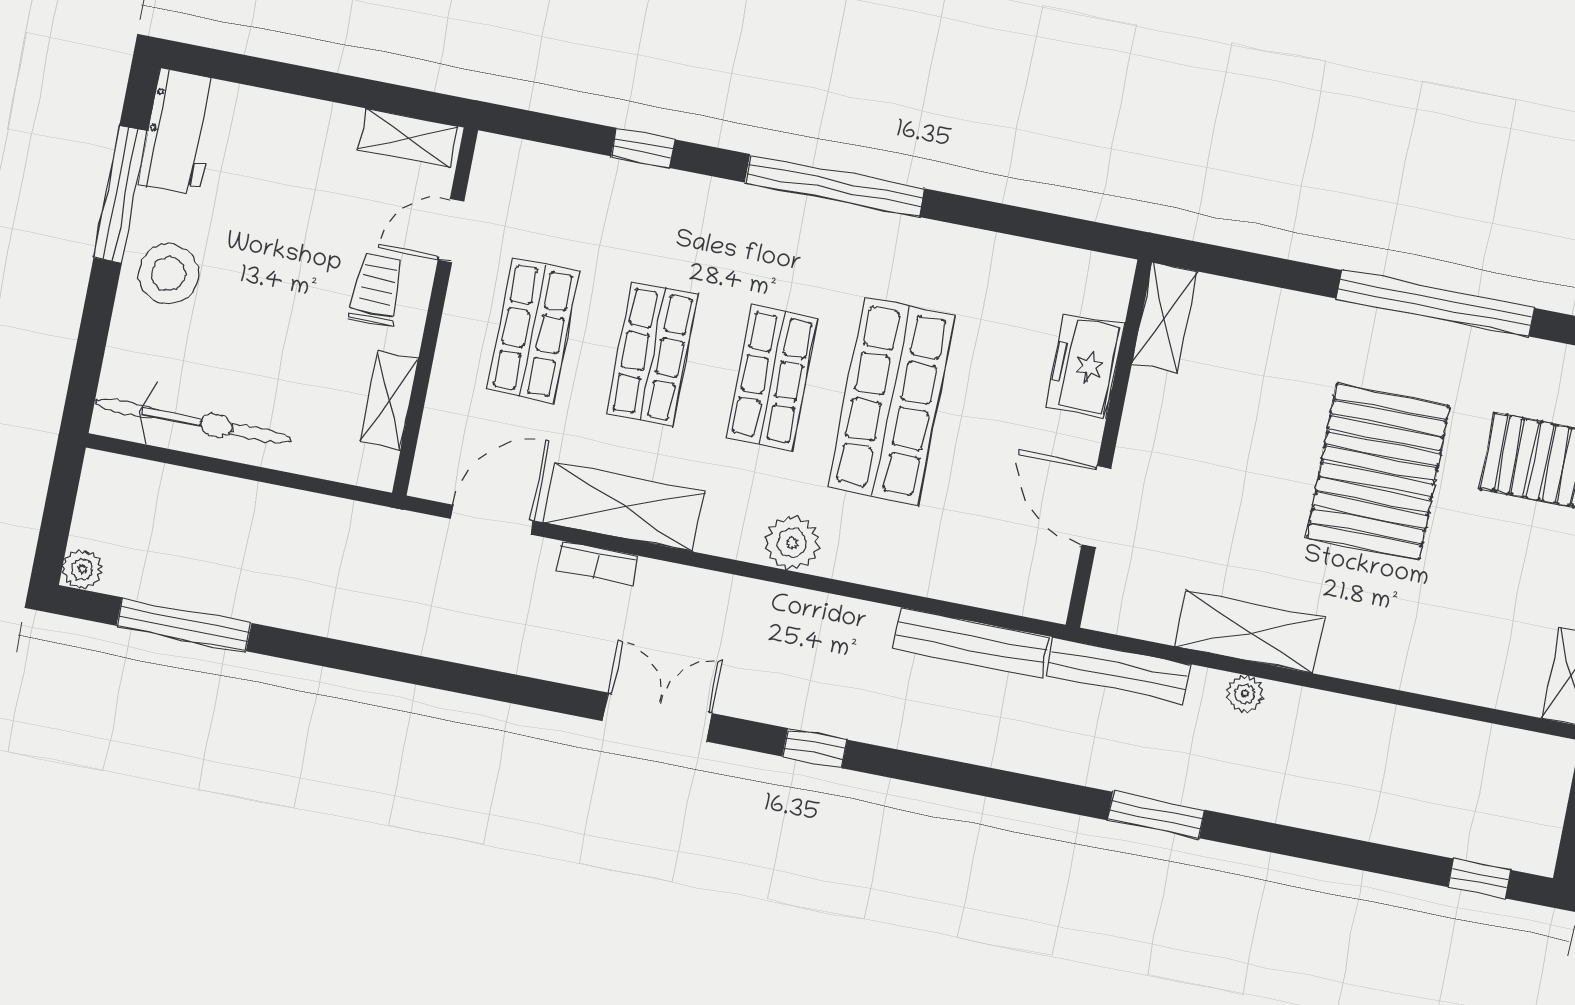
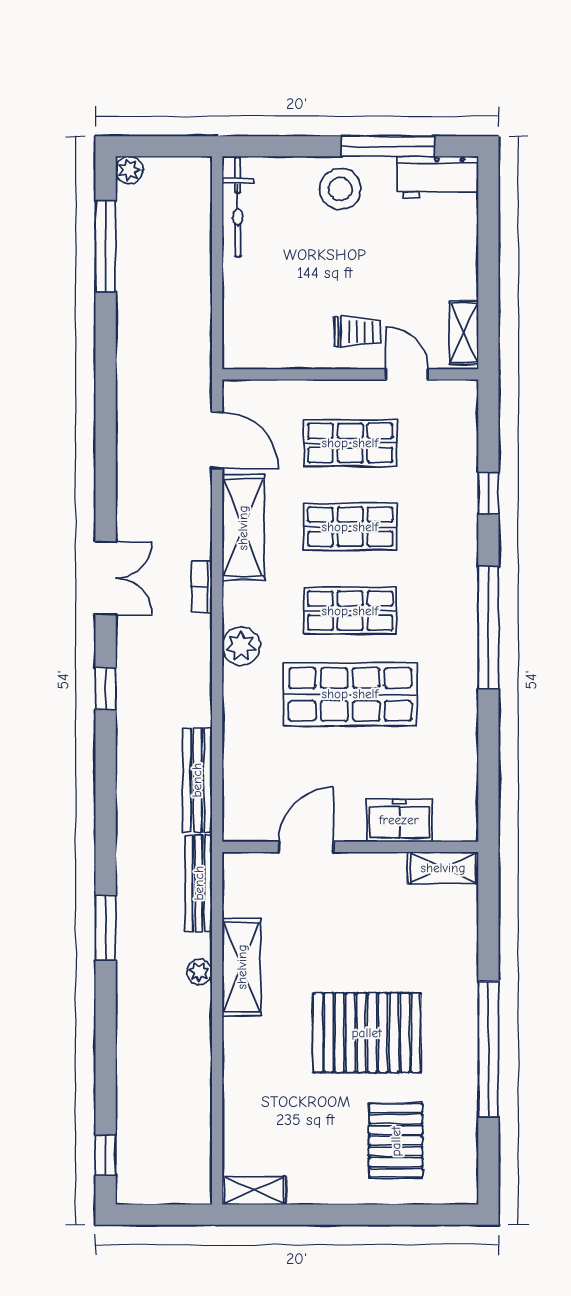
shelving: (389, 401) -> (284, 355), removed
bicycle: (193, 421) -> (238, 207), width x0.73, depth x0.71
bookcase: (597, 563) -> (202, 587), moved

